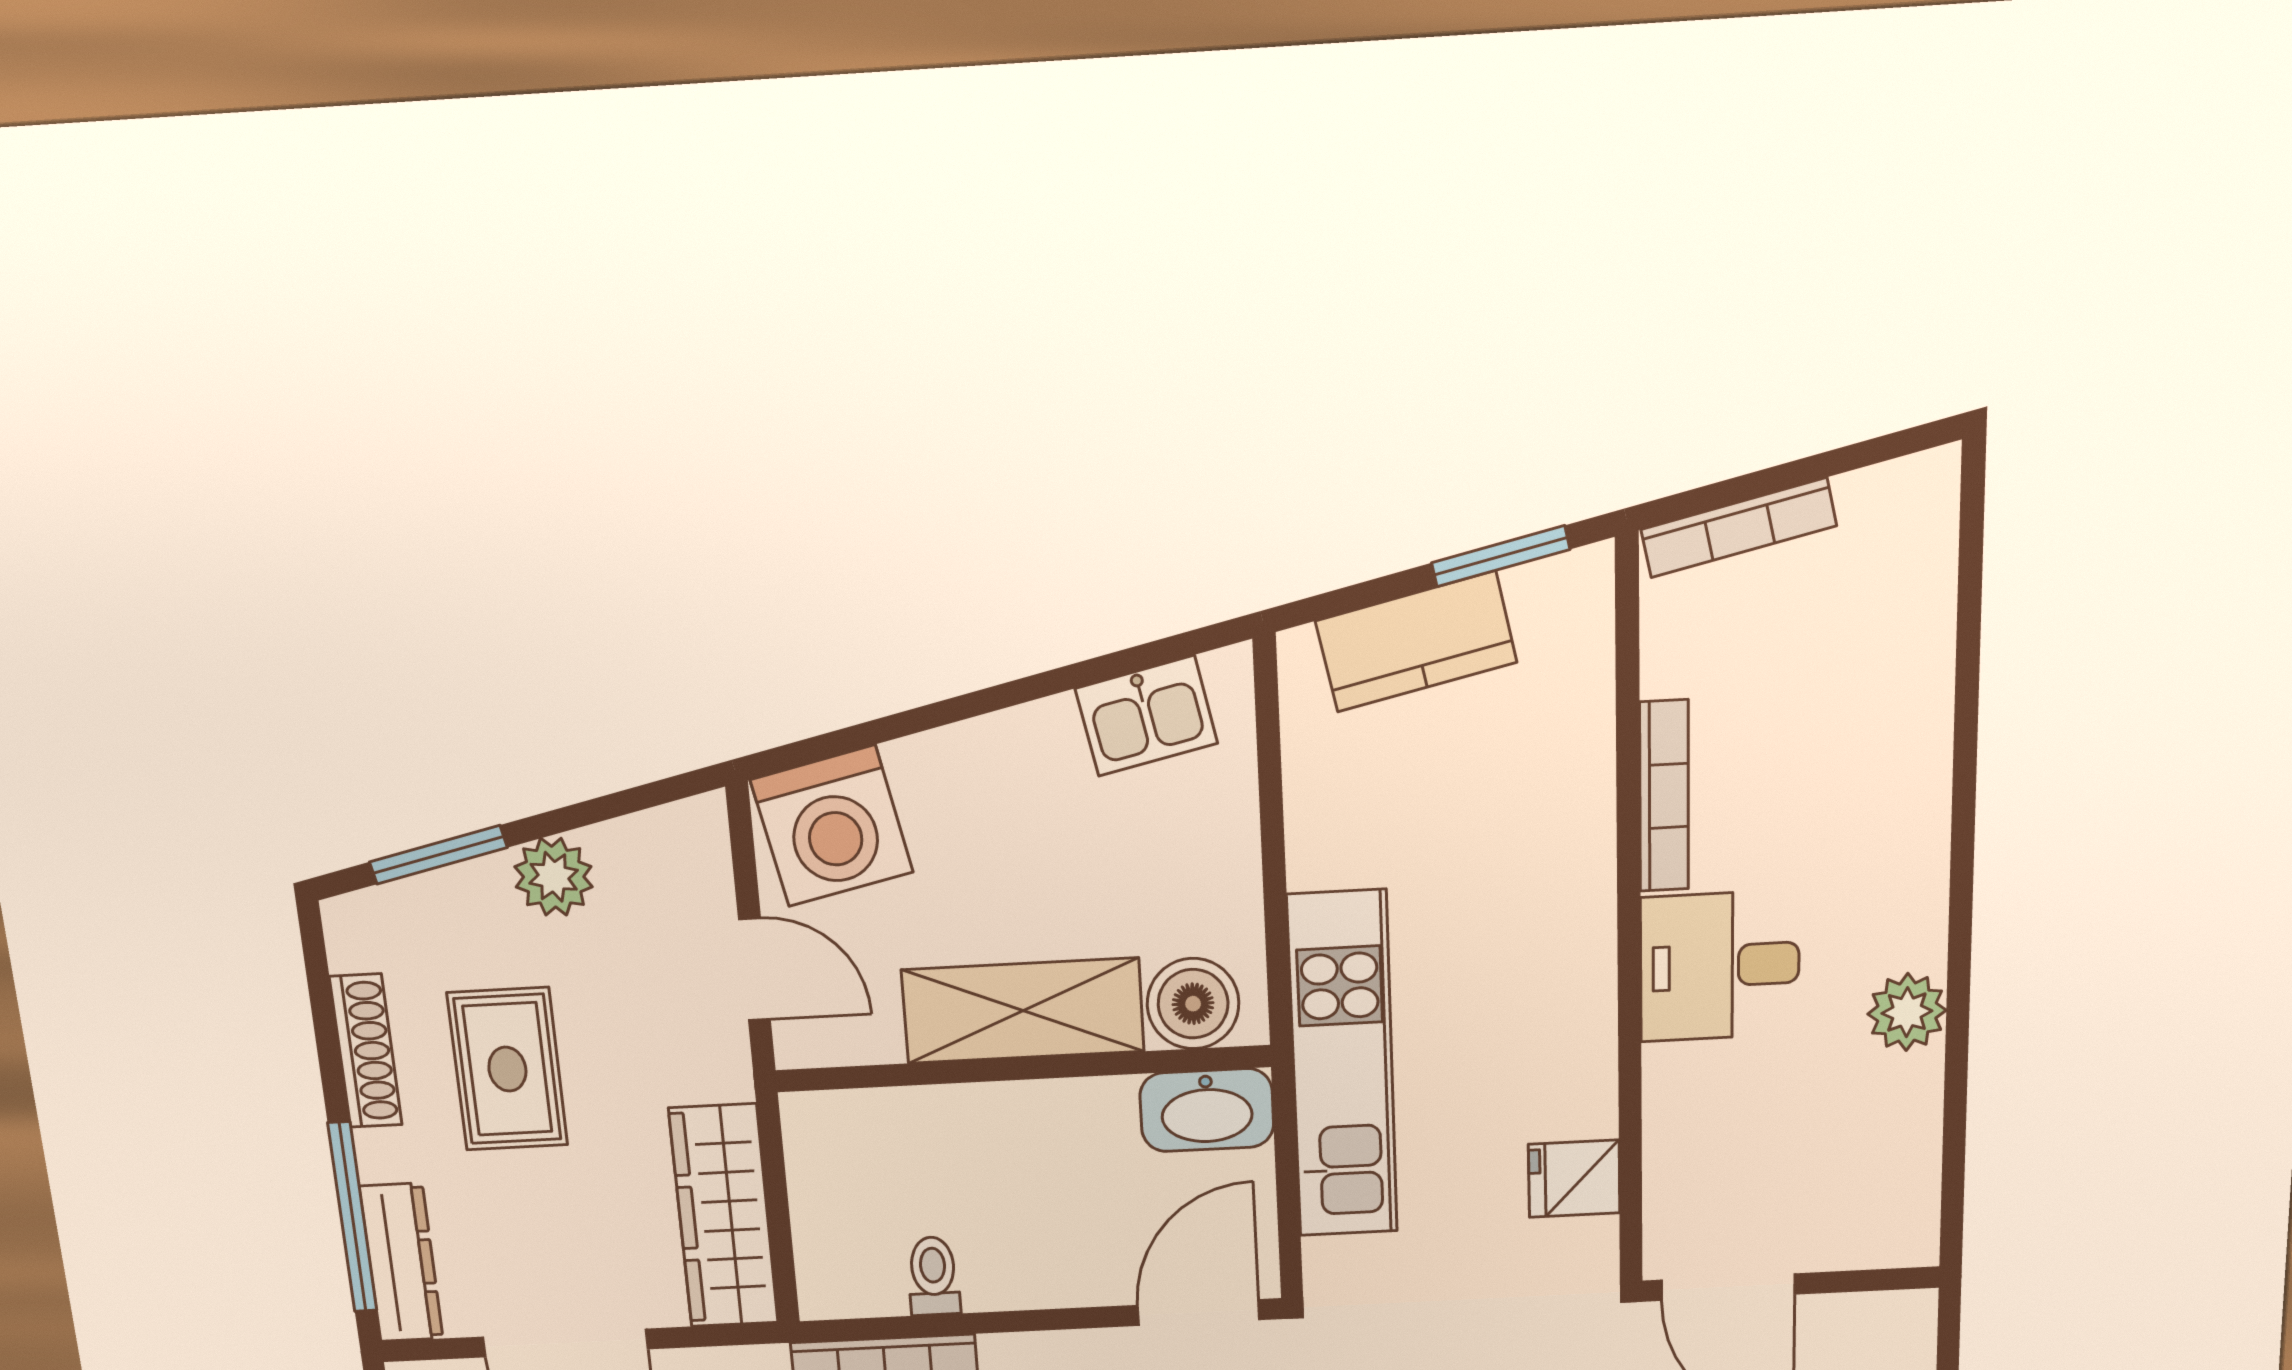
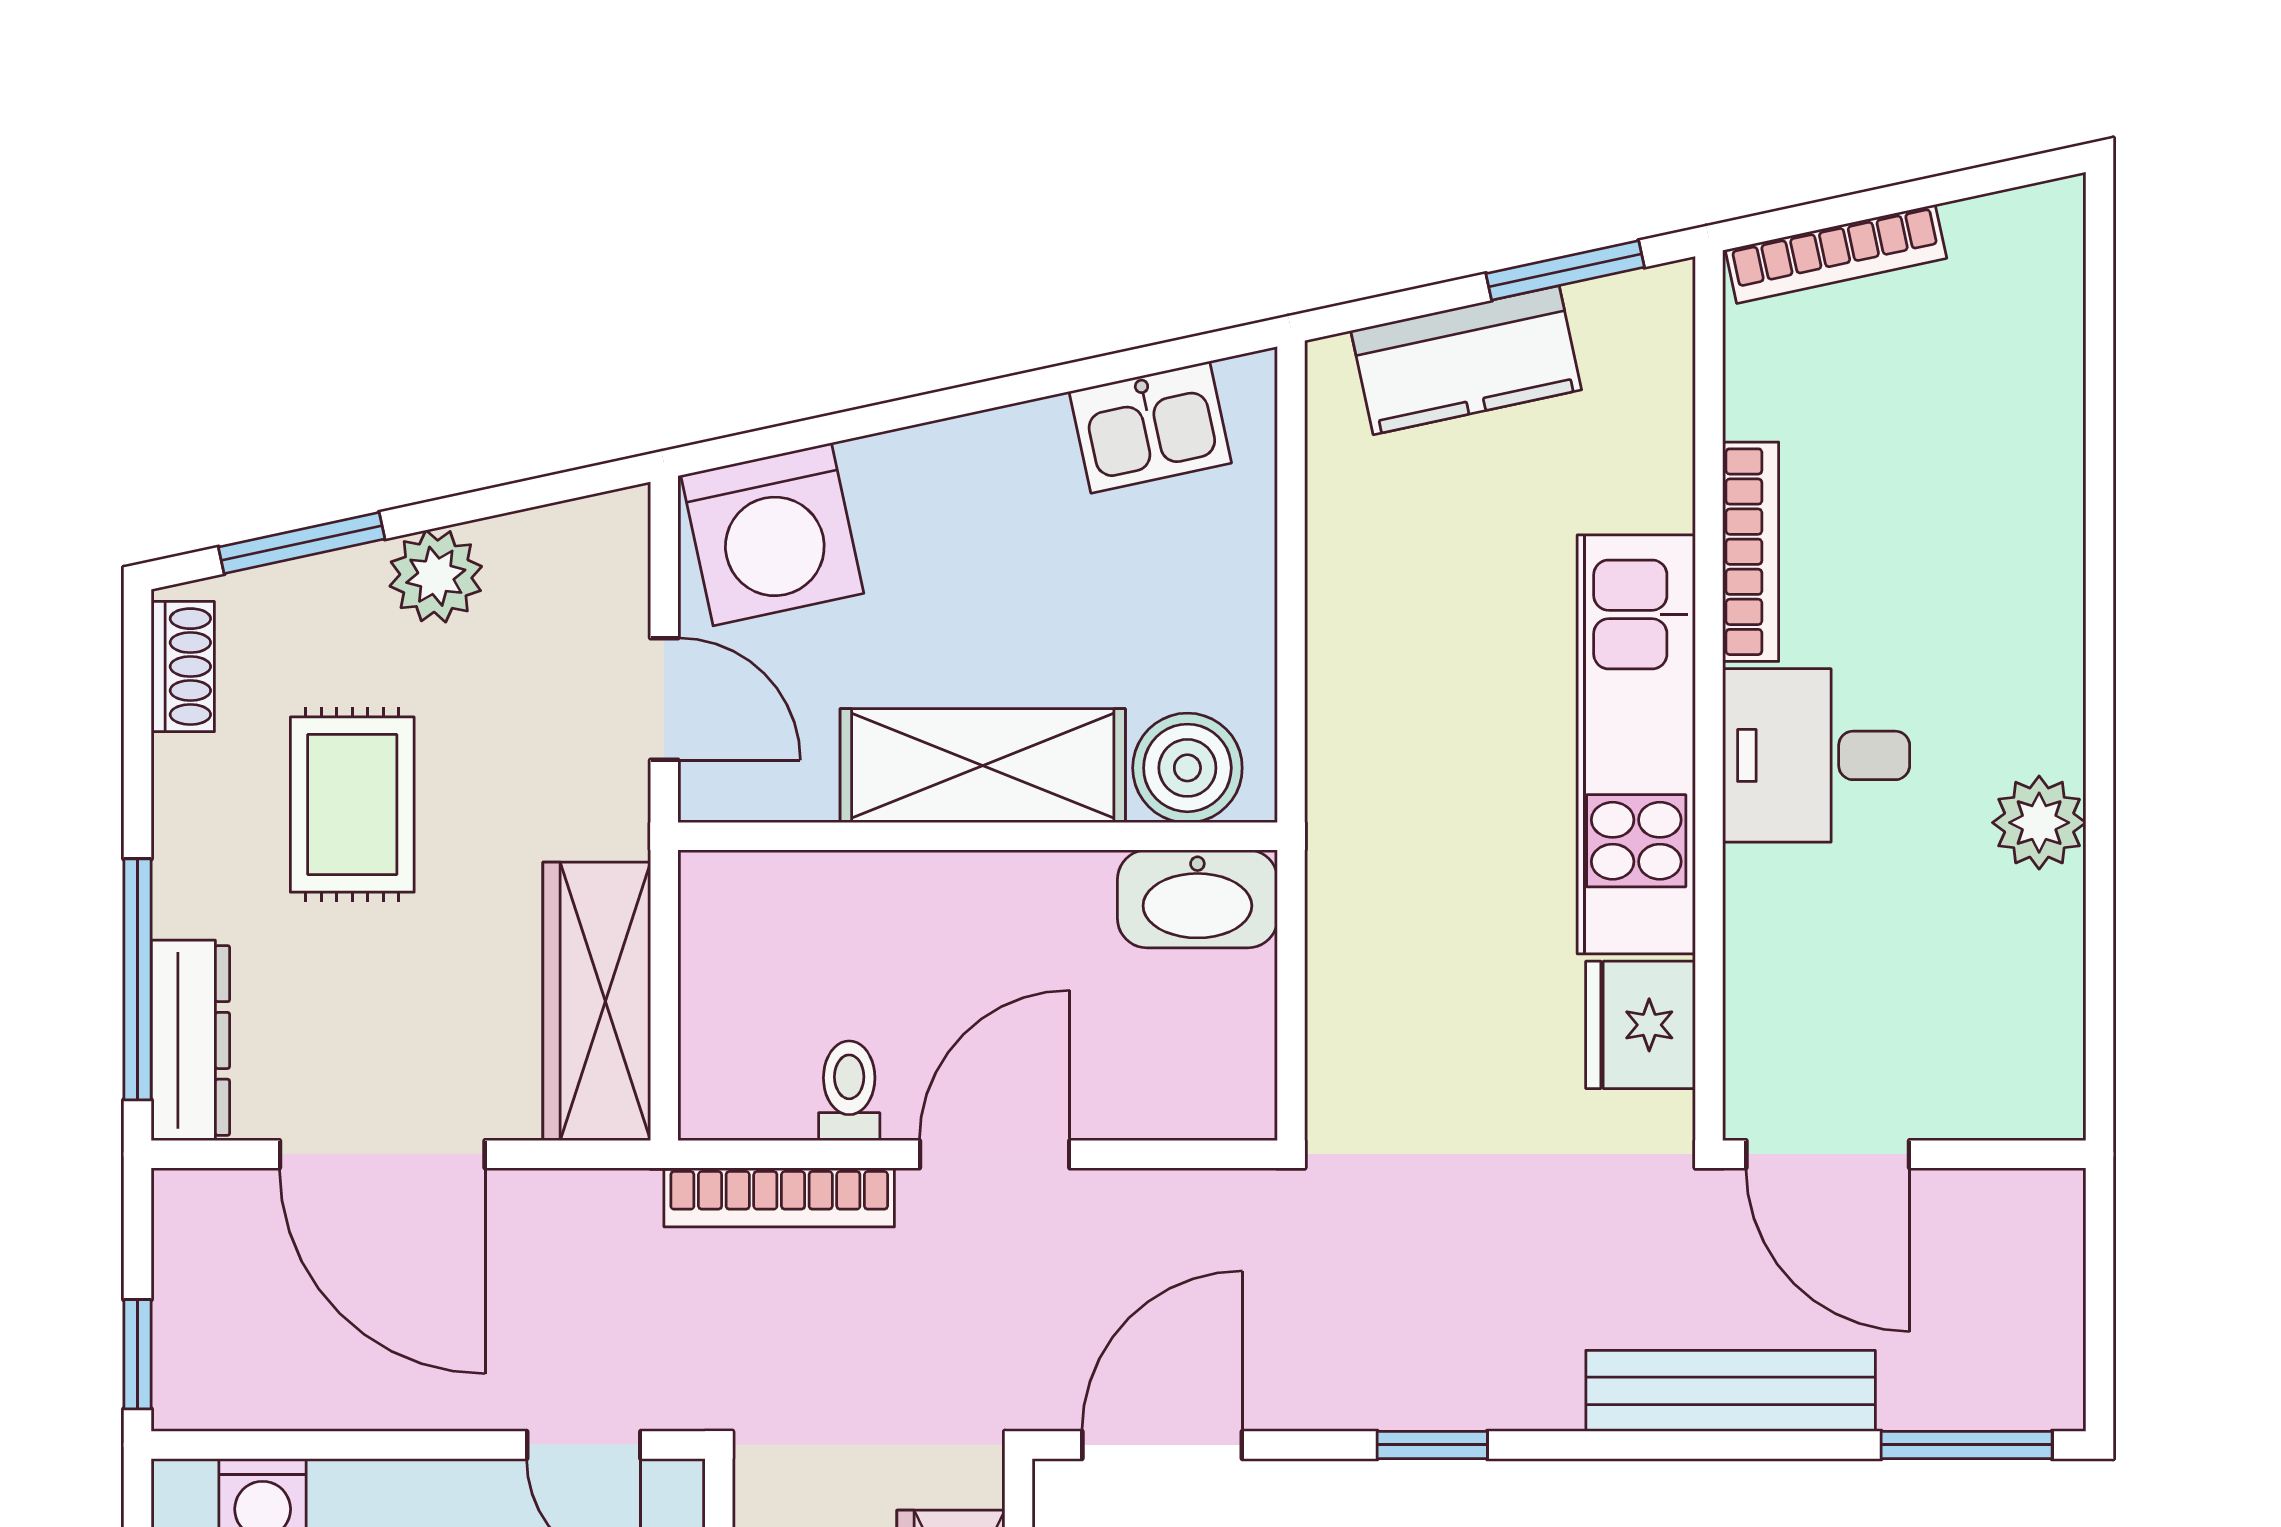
shoe rack: (366, 1051) -> (183, 667), moved, width x0.70
kitchen unit: (1343, 1065) -> (1636, 744), moved, turned 180
fridge: (1574, 1179) -> (1640, 1025), width x1.38
door: (1199, 1313) -> (995, 1154), moved

